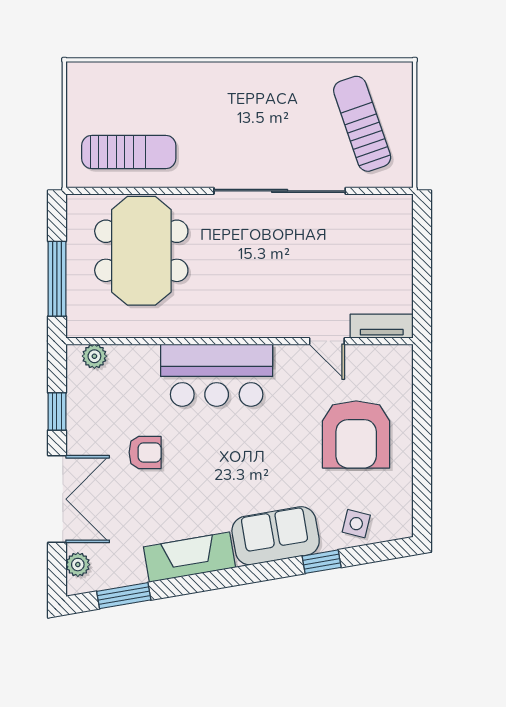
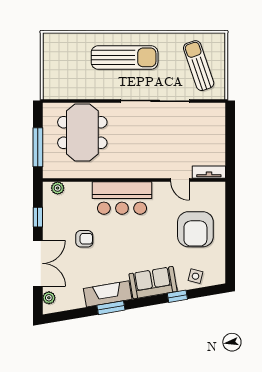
sun lounger: (129, 152) -> (125, 57), moved, width x1.36, depth x1.34
window: (124, 596) -> (111, 308), moved

